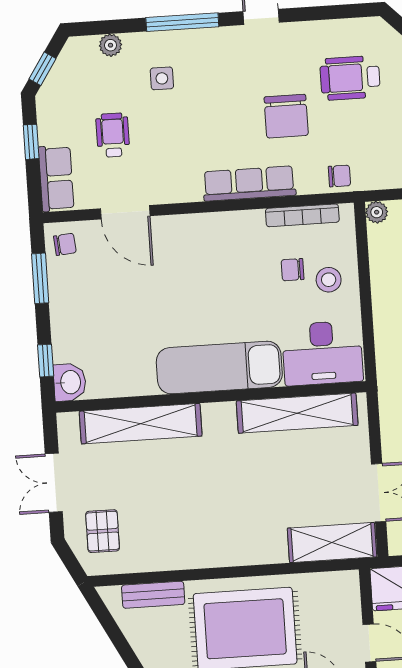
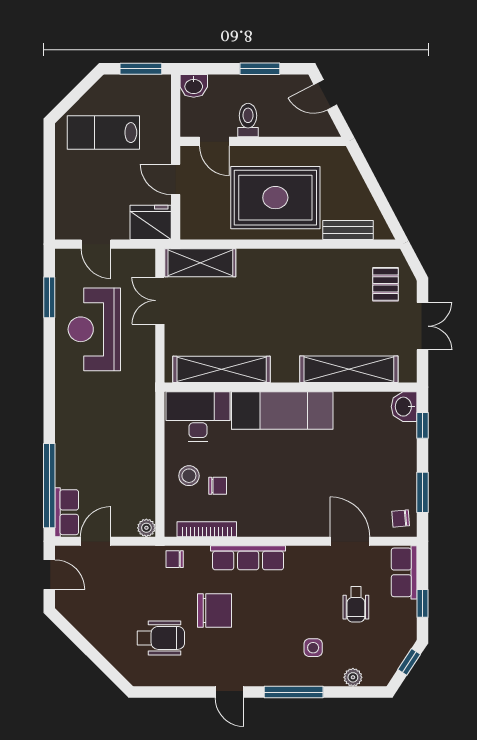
chair: (286, 116) -> (215, 610), turned 90

